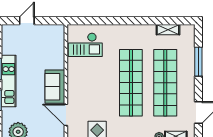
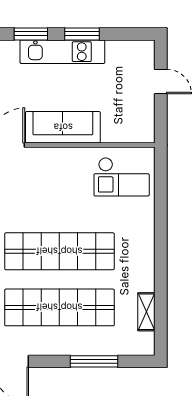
checkout: (85, 45) -> (122, 177), turned -90
sofa: (55, 87) -> (63, 127), width x1.36

